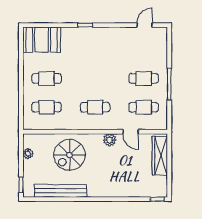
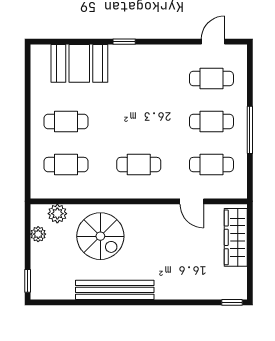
booth: (42, 40) -> (79, 63), moved
cafe table: (144, 50) -> (211, 79), added
plant: (110, 140) -> (57, 214), moved
spiral stairs: (69, 155) -> (100, 236), turned -90
bench: (61, 191) -> (115, 290), moved

